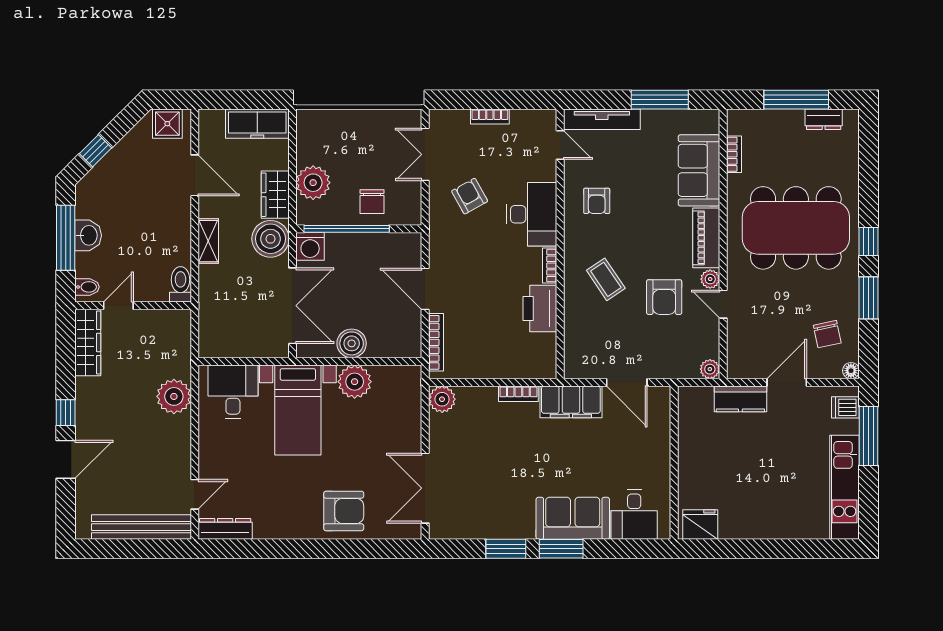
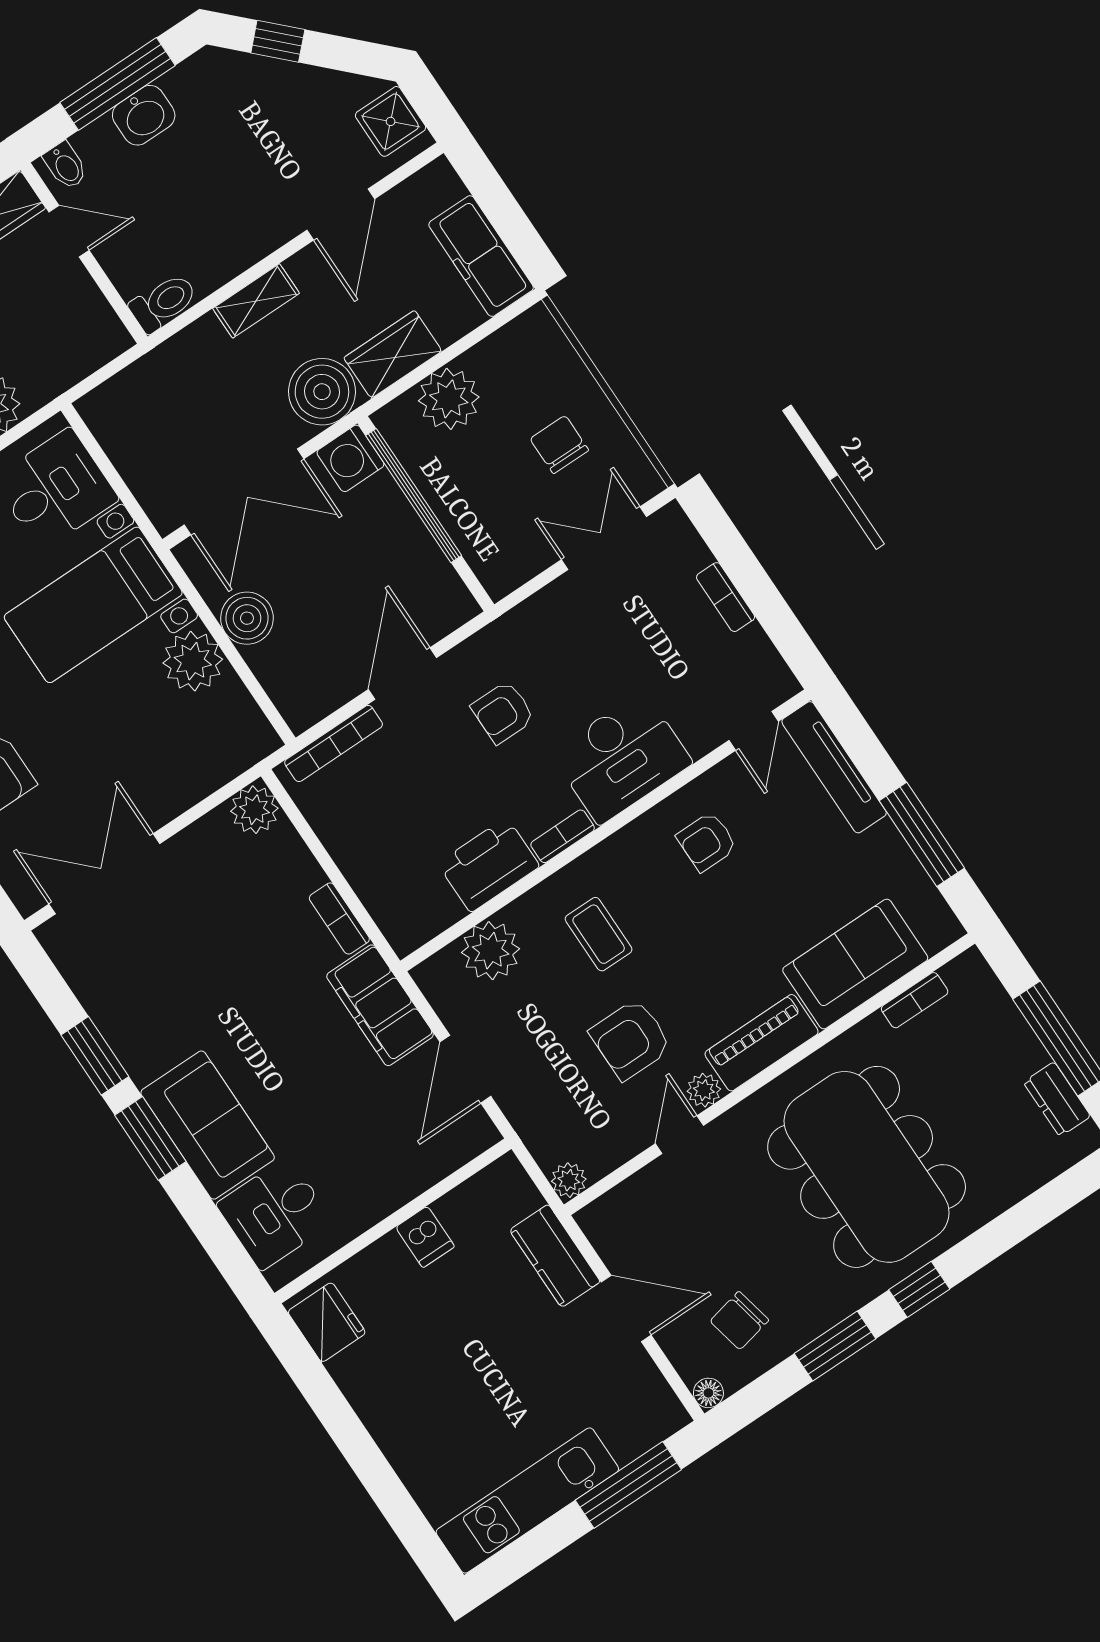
armchair: (470, 196) -> (503, 712), moved, turned -151
chair: (372, 202) -> (559, 445), moved, turned 90
coffee table: (606, 279) -> (599, 934), turned -56
plant: (580, 334) -> (491, 951), added
dishwasher: (845, 407) -> (425, 1237), moved, turned 180

